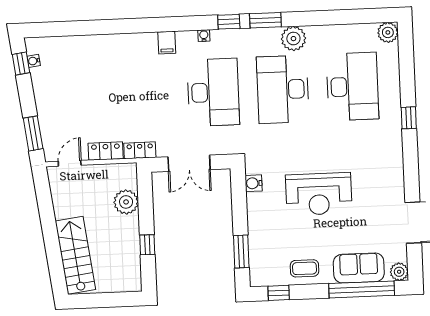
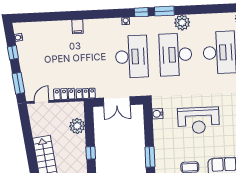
filing cabinet: (167, 43) -> (78, 27), moved
window: (21, 63) -> (13, 53), moved

